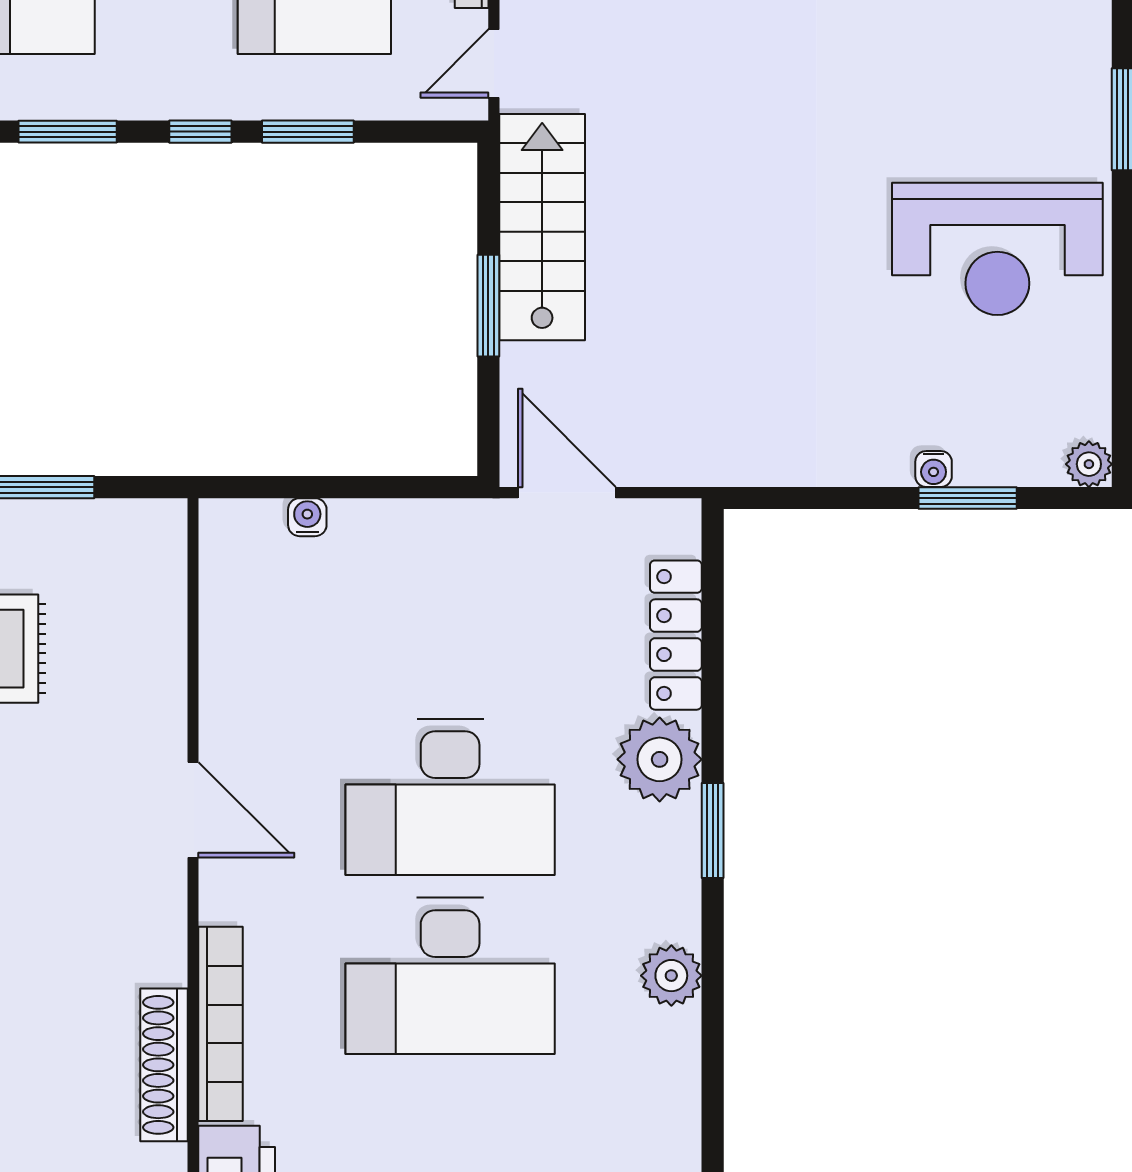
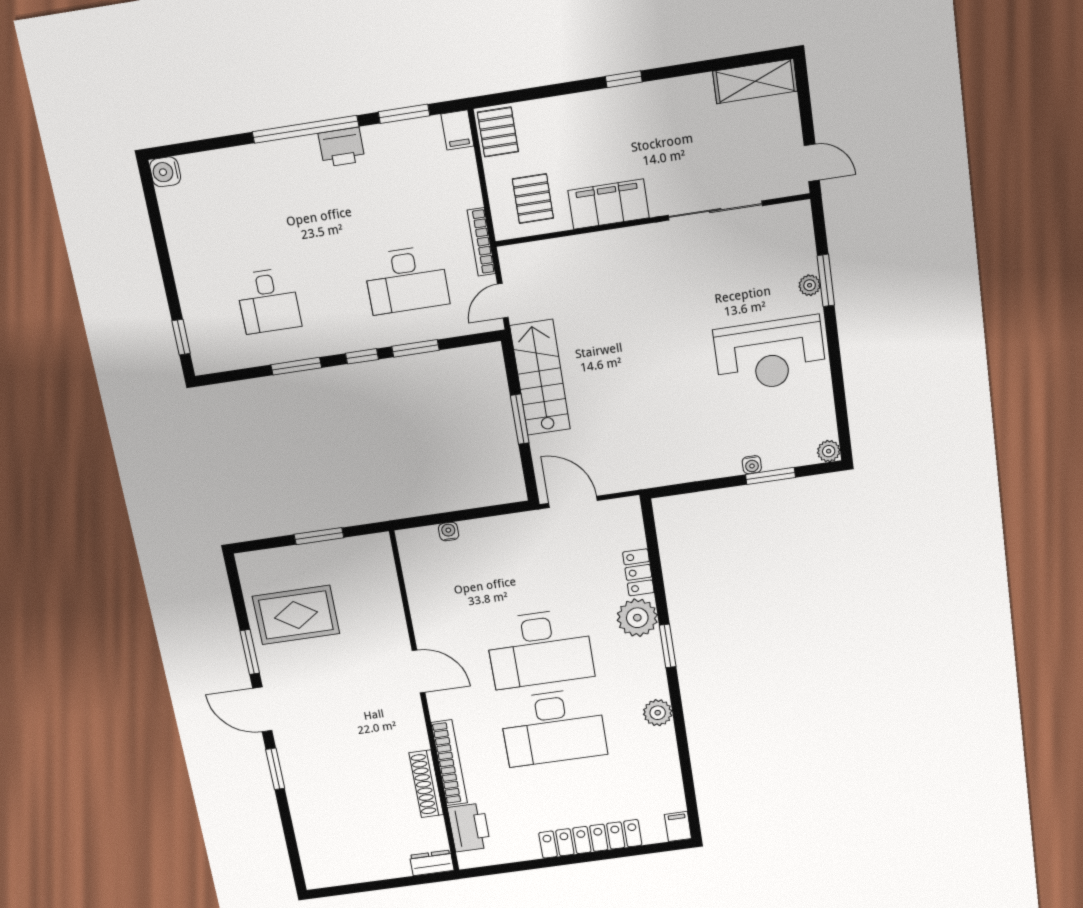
plant: (1091, 124) -> (810, 285), added
locker: (676, 635) -> (638, 572), width x0.66

